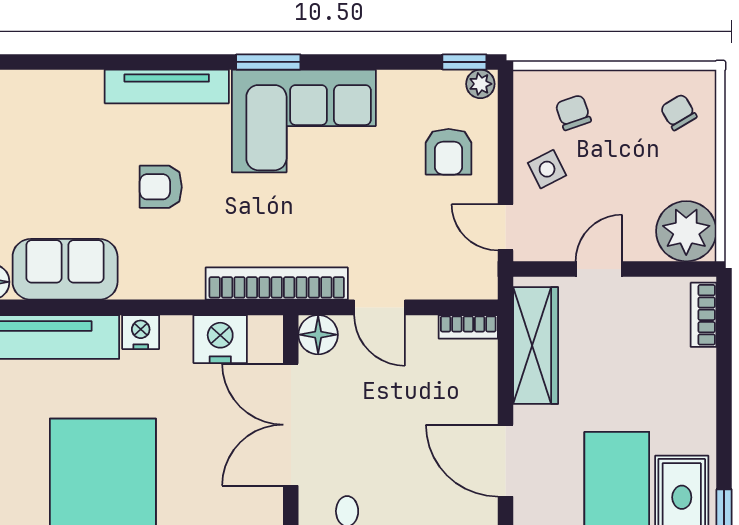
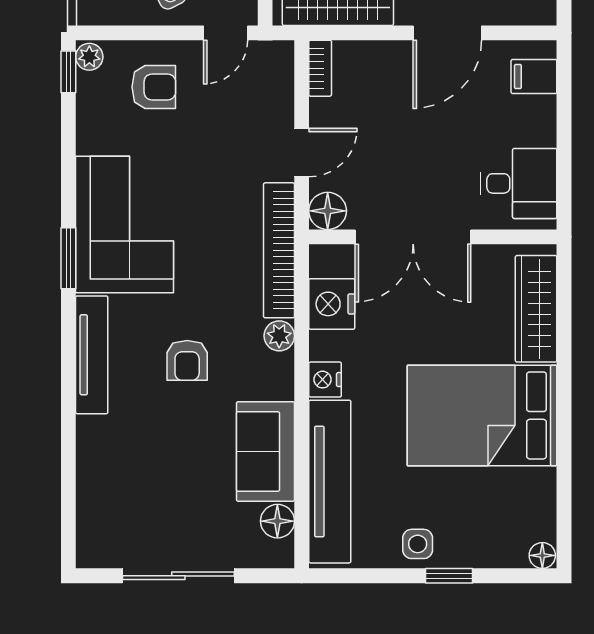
plant: (187, 284) -> (279, 336), added

